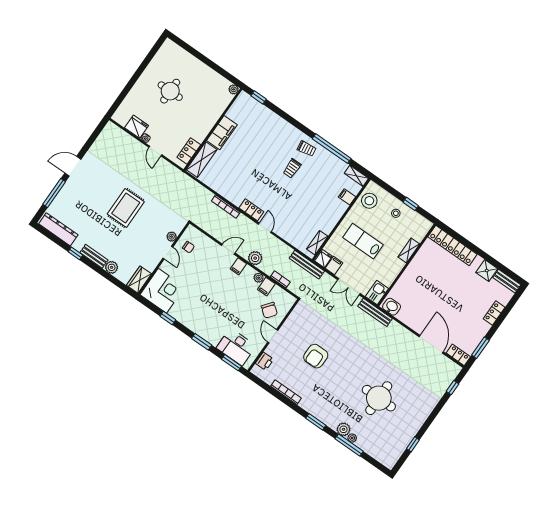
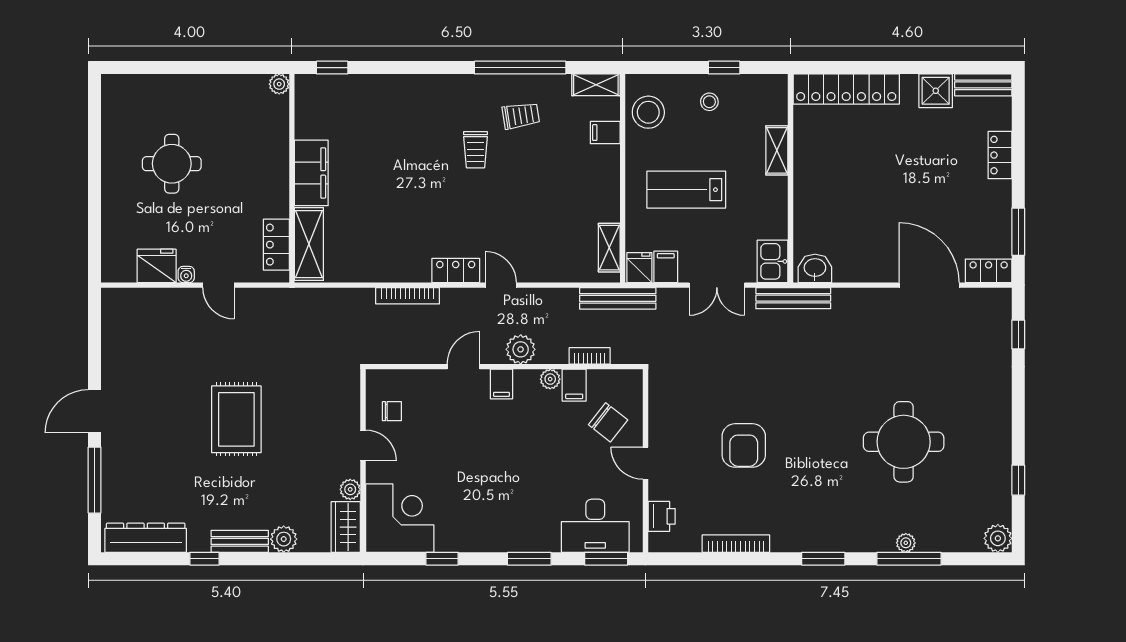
trolley: (307, 149) -> (521, 116), moved
plant: (172, 237) -> (350, 489), moved
plant: (343, 429) -> (998, 538), moved

